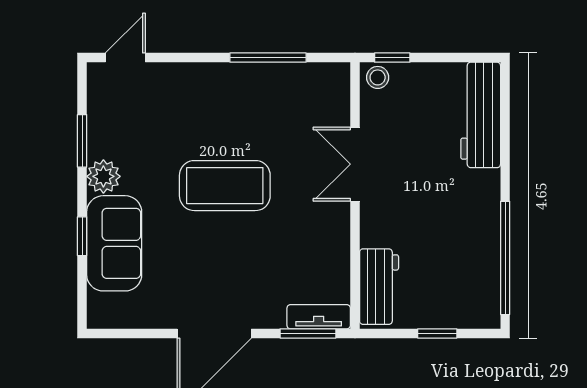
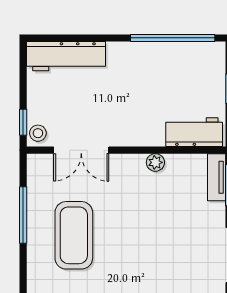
double door: (355, 164) -> (81, 150), moved
coffee table: (225, 186) -> (74, 235), moved
plant: (338, 235) -> (155, 162), added

